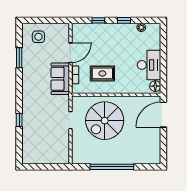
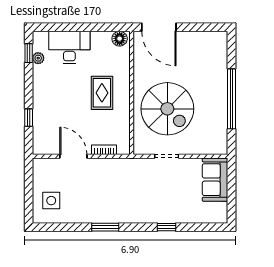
window: (124, 20) -> (29, 53), moved
window: (19, 58) -> (105, 227), moved
desk: (149, 65) -> (69, 47), moved
rug: (102, 73) -> (102, 93), moved
sofa: (60, 79) -> (215, 180), moved, turned 90

